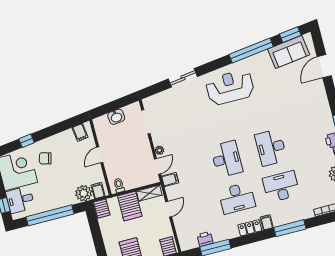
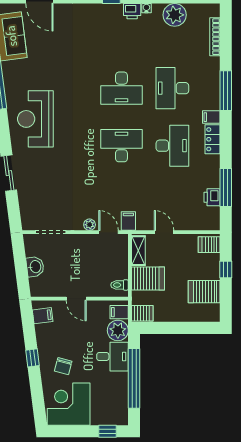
window: (26, 141) -> (33, 358), moved
desk: (20, 200) -> (113, 357), moved, turned -90

